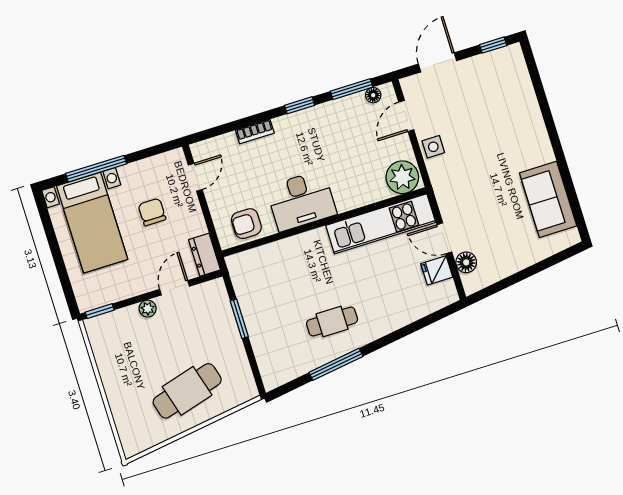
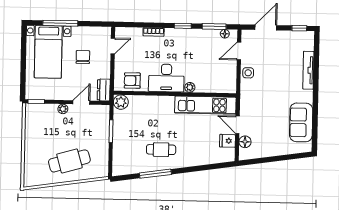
tv unit: (531, 109) -> (308, 70), added
plant: (402, 177) -> (190, 87), moved, width x0.53, depth x0.53
plant: (239, 265) -> (121, 102), added

